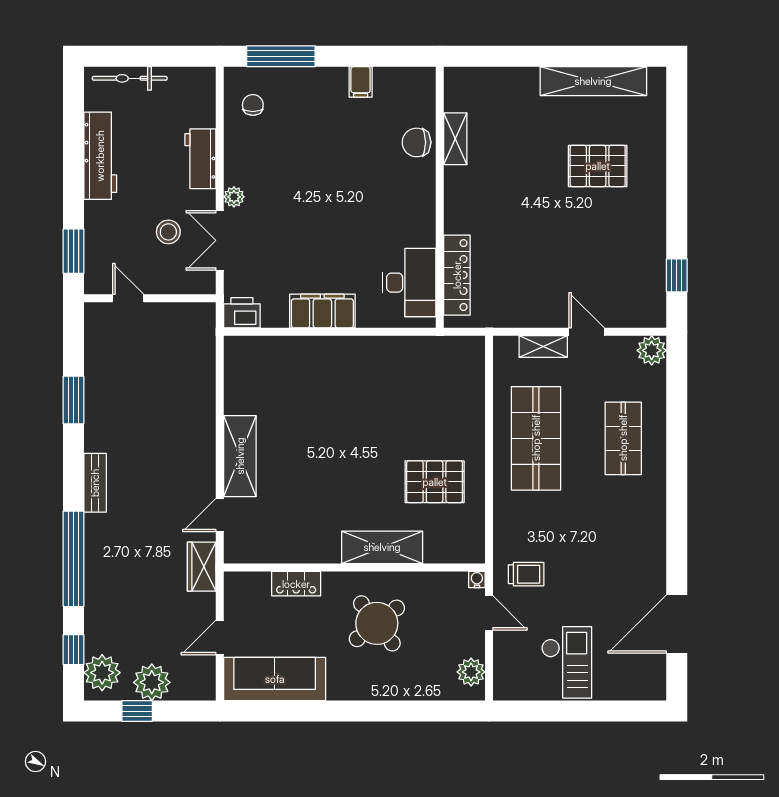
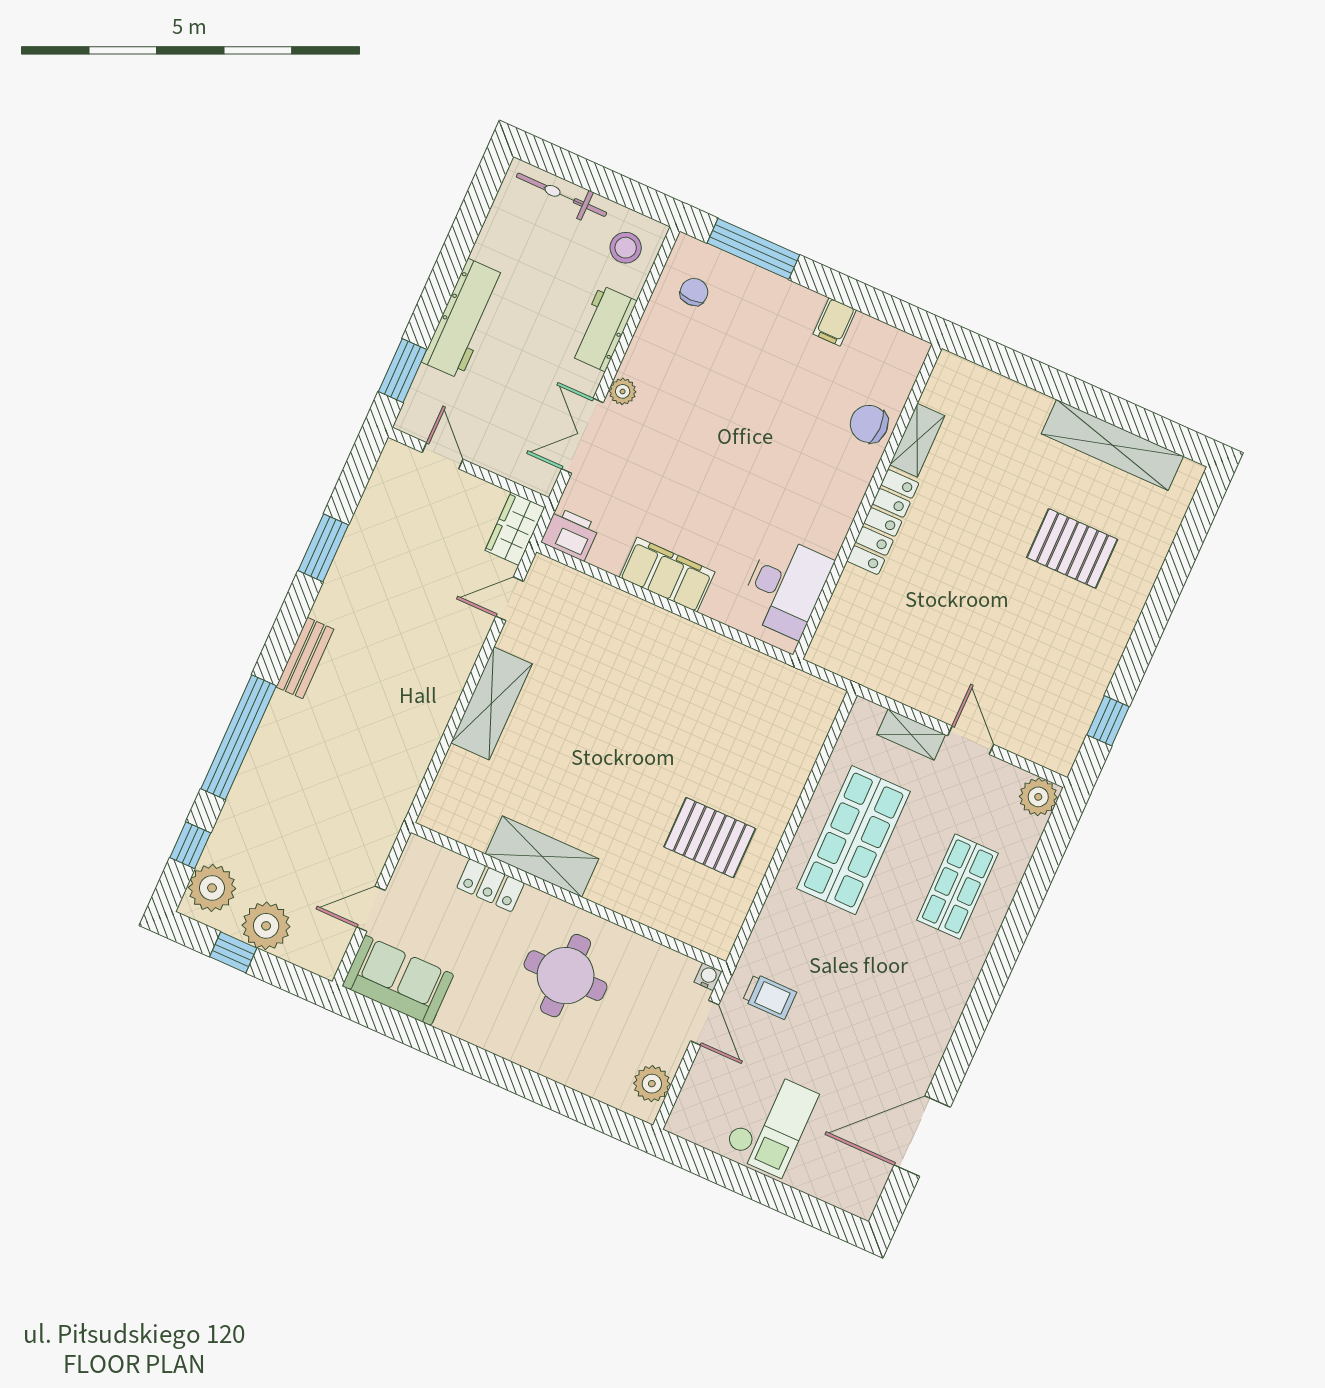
workbench: (100, 156) -> (464, 319), moved
stool: (168, 232) -> (626, 248), moved
locker: (457, 275) -> (883, 522), moved
door: (220, 515) -> (510, 599), moved
shelving: (382, 547) -> (542, 856), moved
wardrobe: (202, 567) -> (515, 529), moved
round table: (377, 623) -> (566, 976), turned 38
sofa: (275, 679) -> (398, 980), width x0.73

